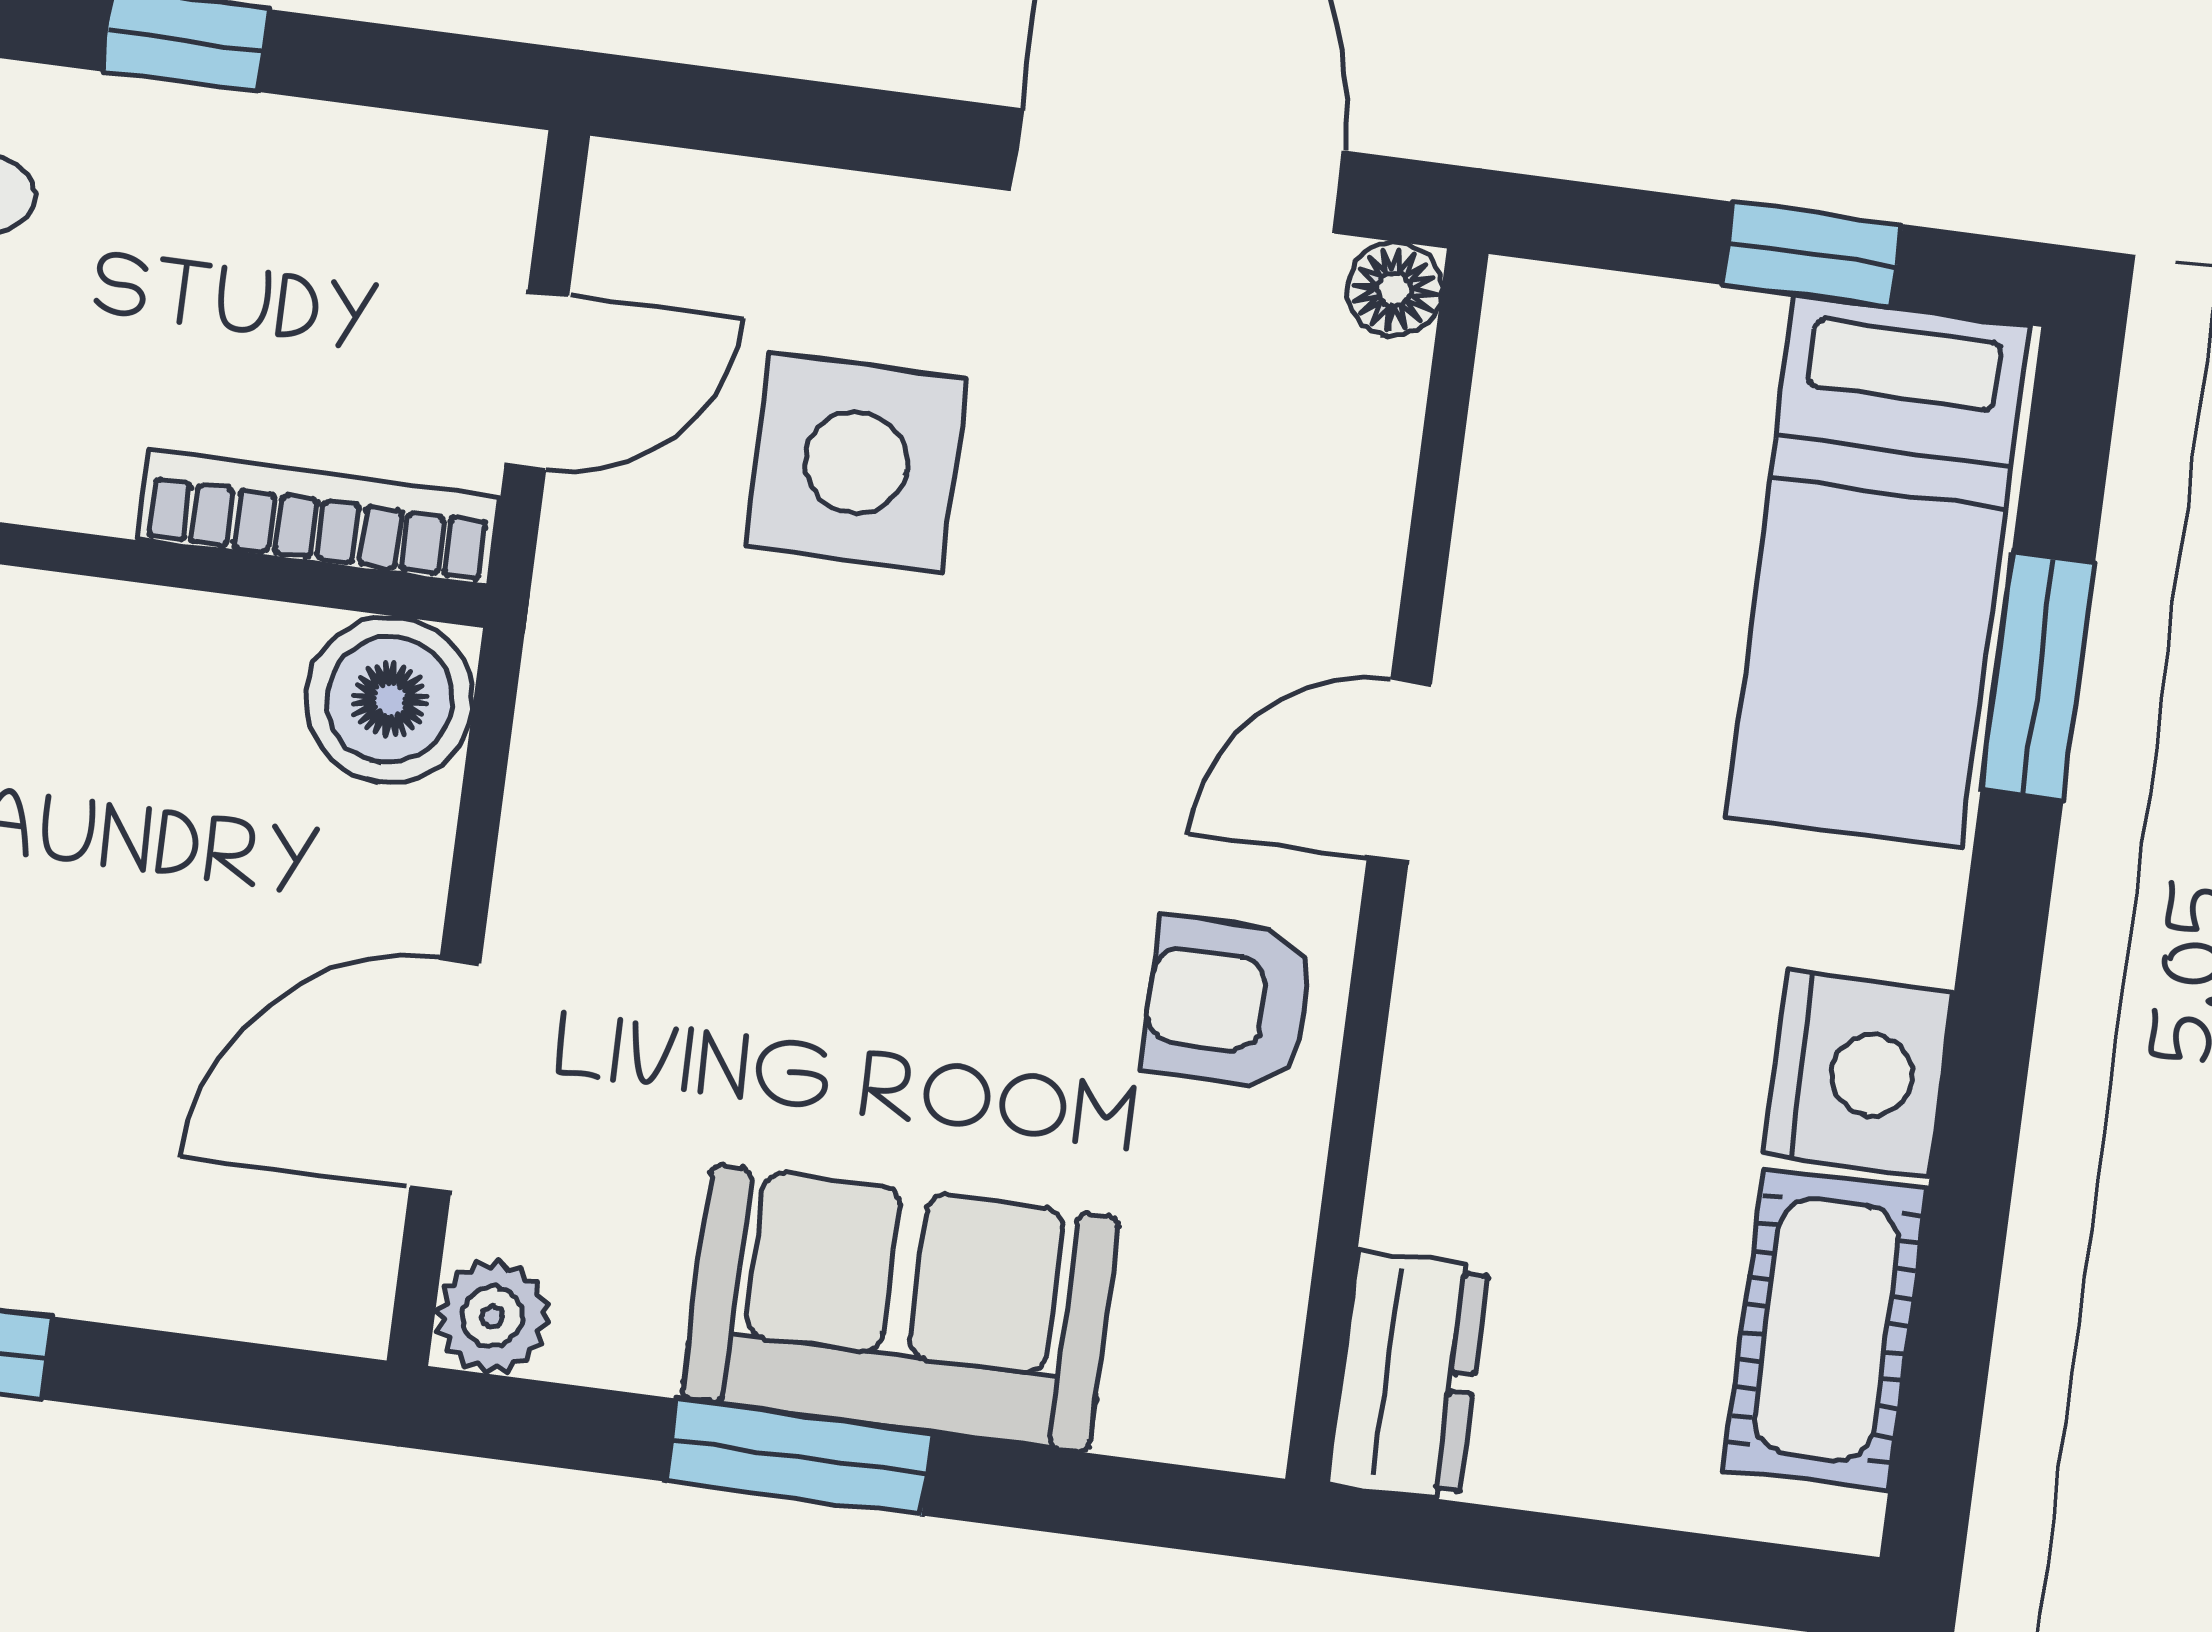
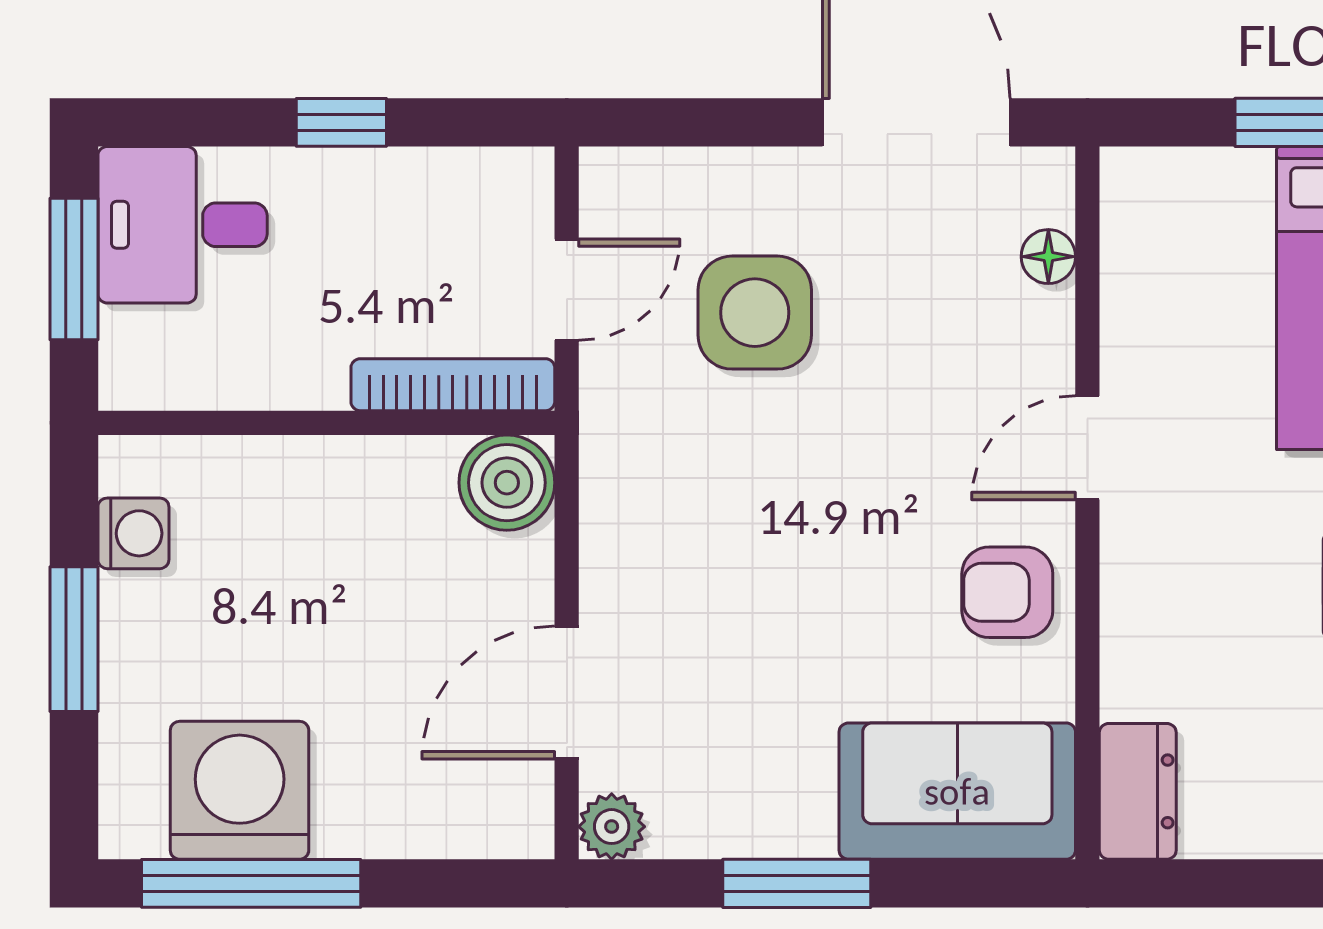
floor lamp: (1394, 289) -> (1048, 257), moved
sofa: (900, 1308) -> (957, 791), moved

